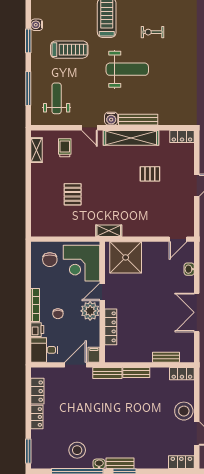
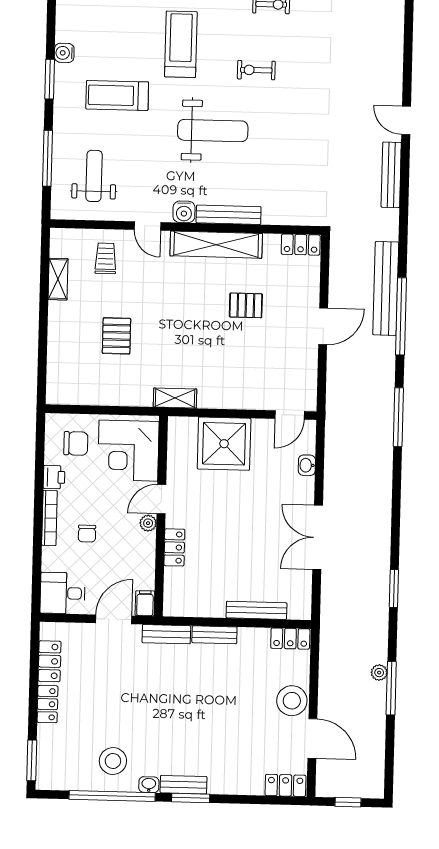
treadmill: (69, 50) -> (117, 95), turned 180
shelving: (36, 150) -> (58, 279), moved
shower: (126, 257) -> (224, 444), moved
chair: (50, 260) -> (76, 443), turned -90
plant: (90, 311) -> (148, 523), width x0.53, depth x0.53
locker: (111, 327) -> (174, 547), width x0.66
printer: (37, 330) -> (54, 477), moved
bench: (166, 357) -> (256, 610), width x1.36

